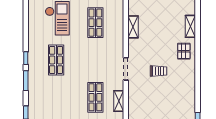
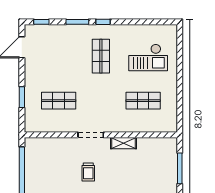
shelving: (133, 27) -> (124, 143), moved
shop shelf: (56, 60) -> (101, 56), turned 90
shelving: (119, 101) -> (54, 127), removed

